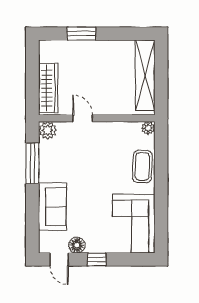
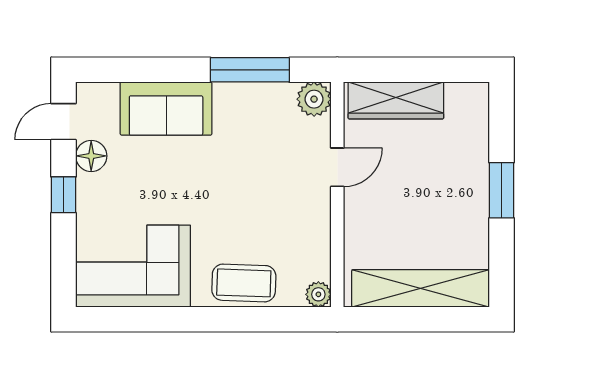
window: (82, 34) -> (502, 190), moved

